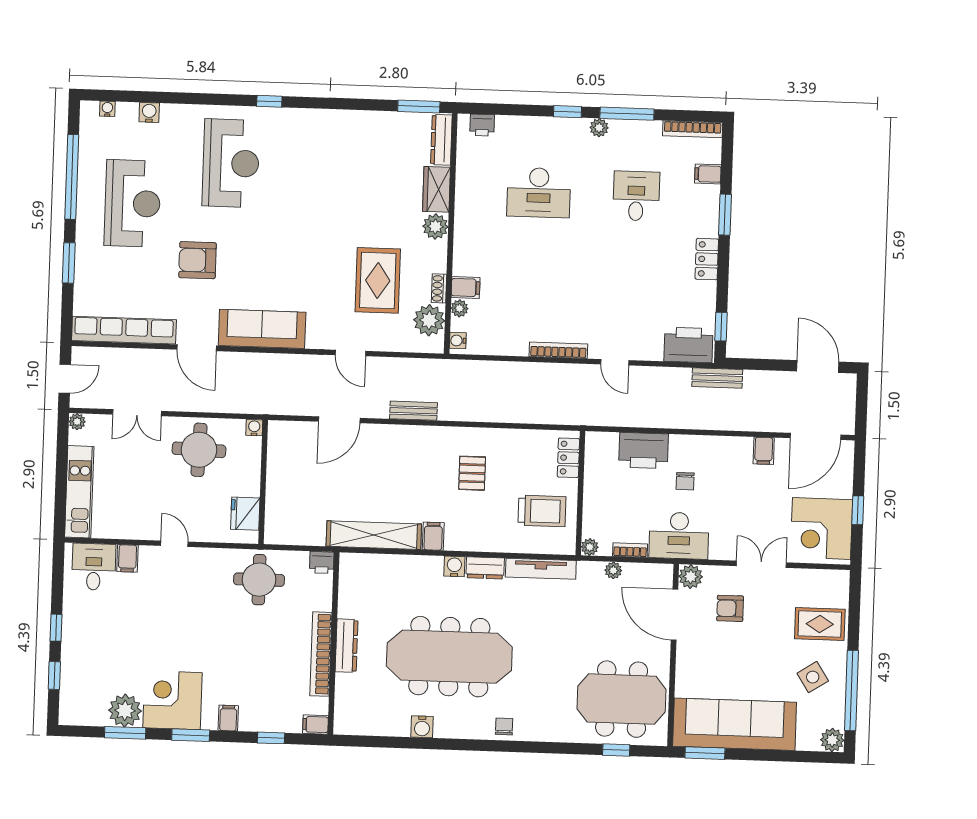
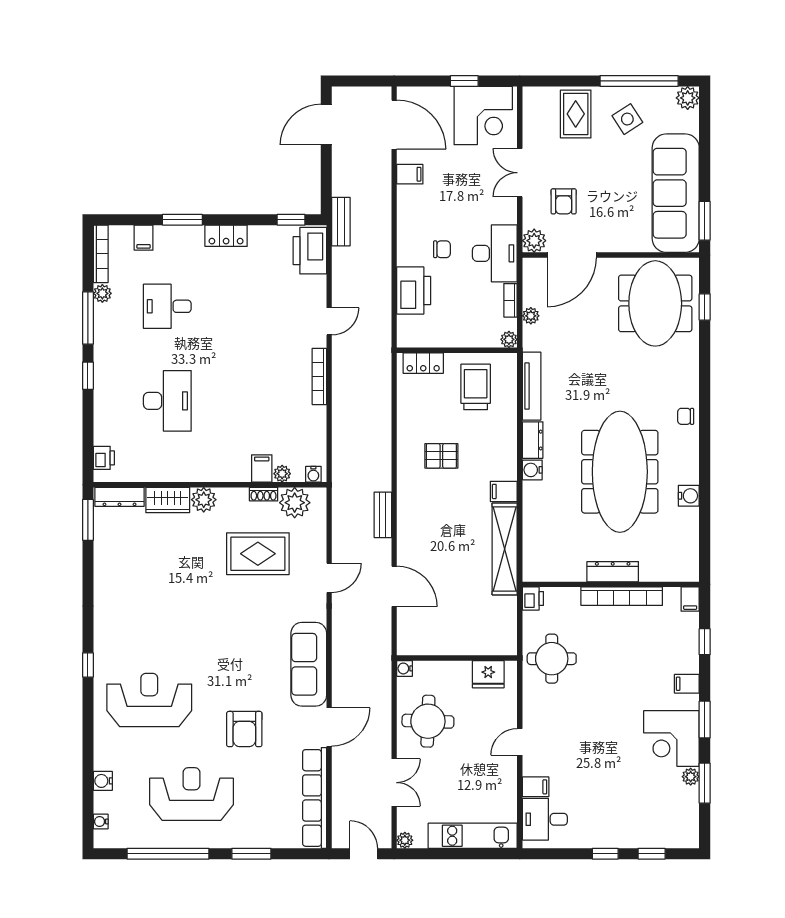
plant: (599, 128) -> (102, 293), moved
plant: (125, 711) -> (691, 777), width x0.53, depth x0.53

